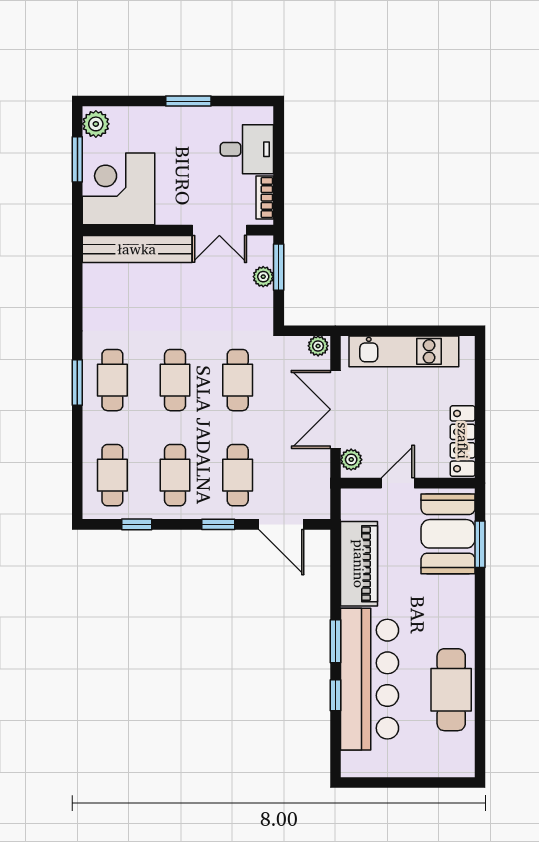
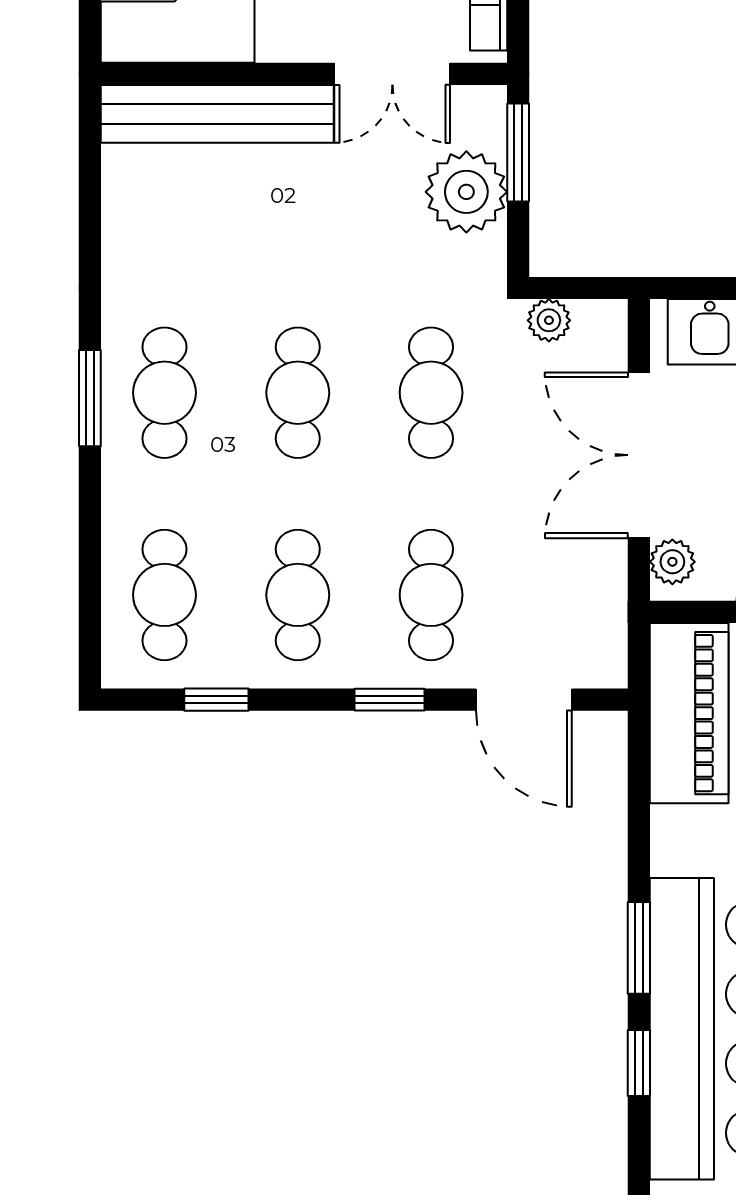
plant: (263, 277) -> (466, 192), width x1.87, depth x1.87
plant: (318, 346) -> (549, 320), moved
piano: (359, 564) -> (689, 713), moved

